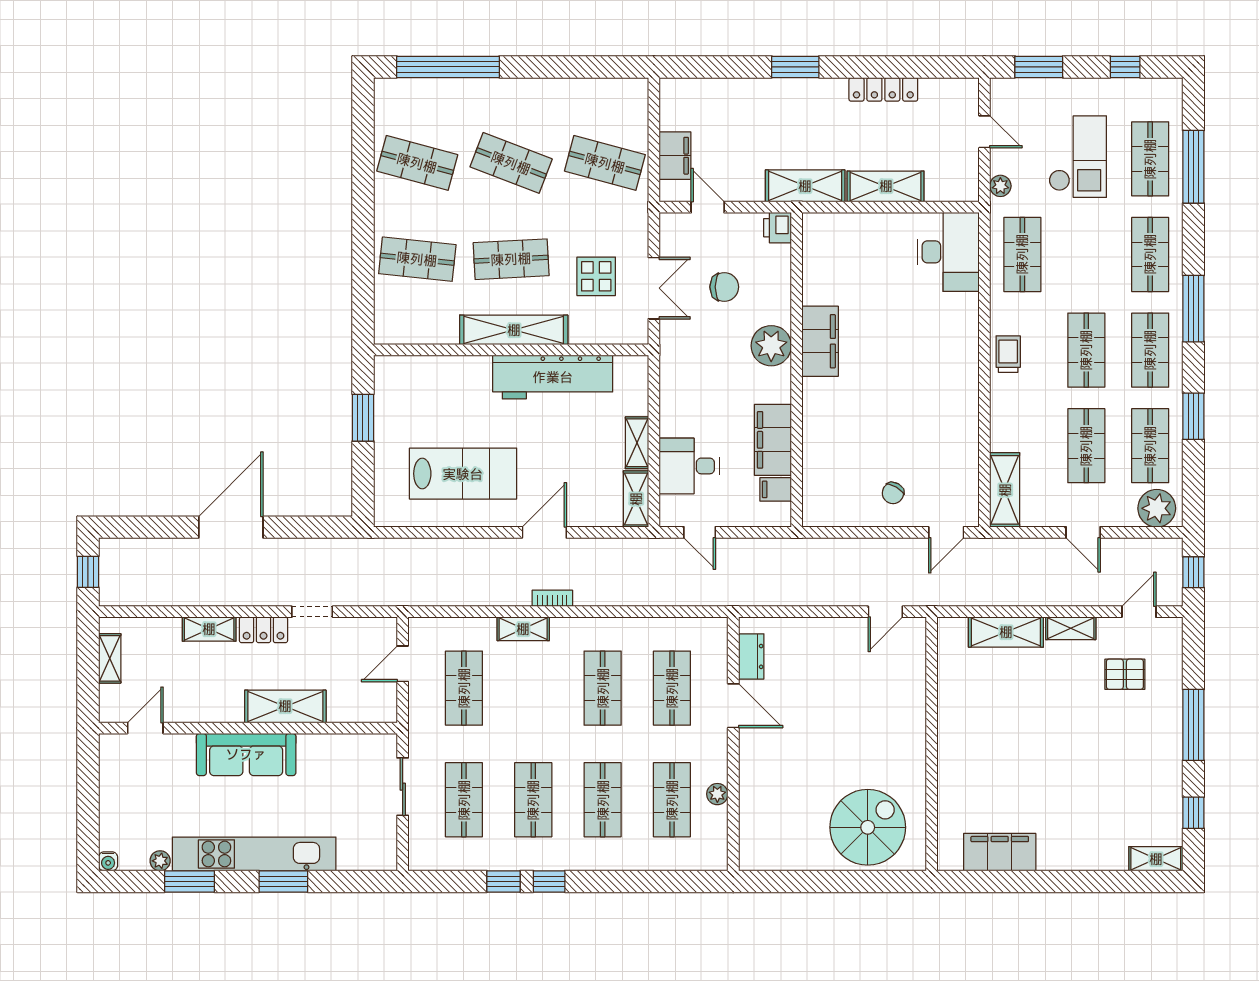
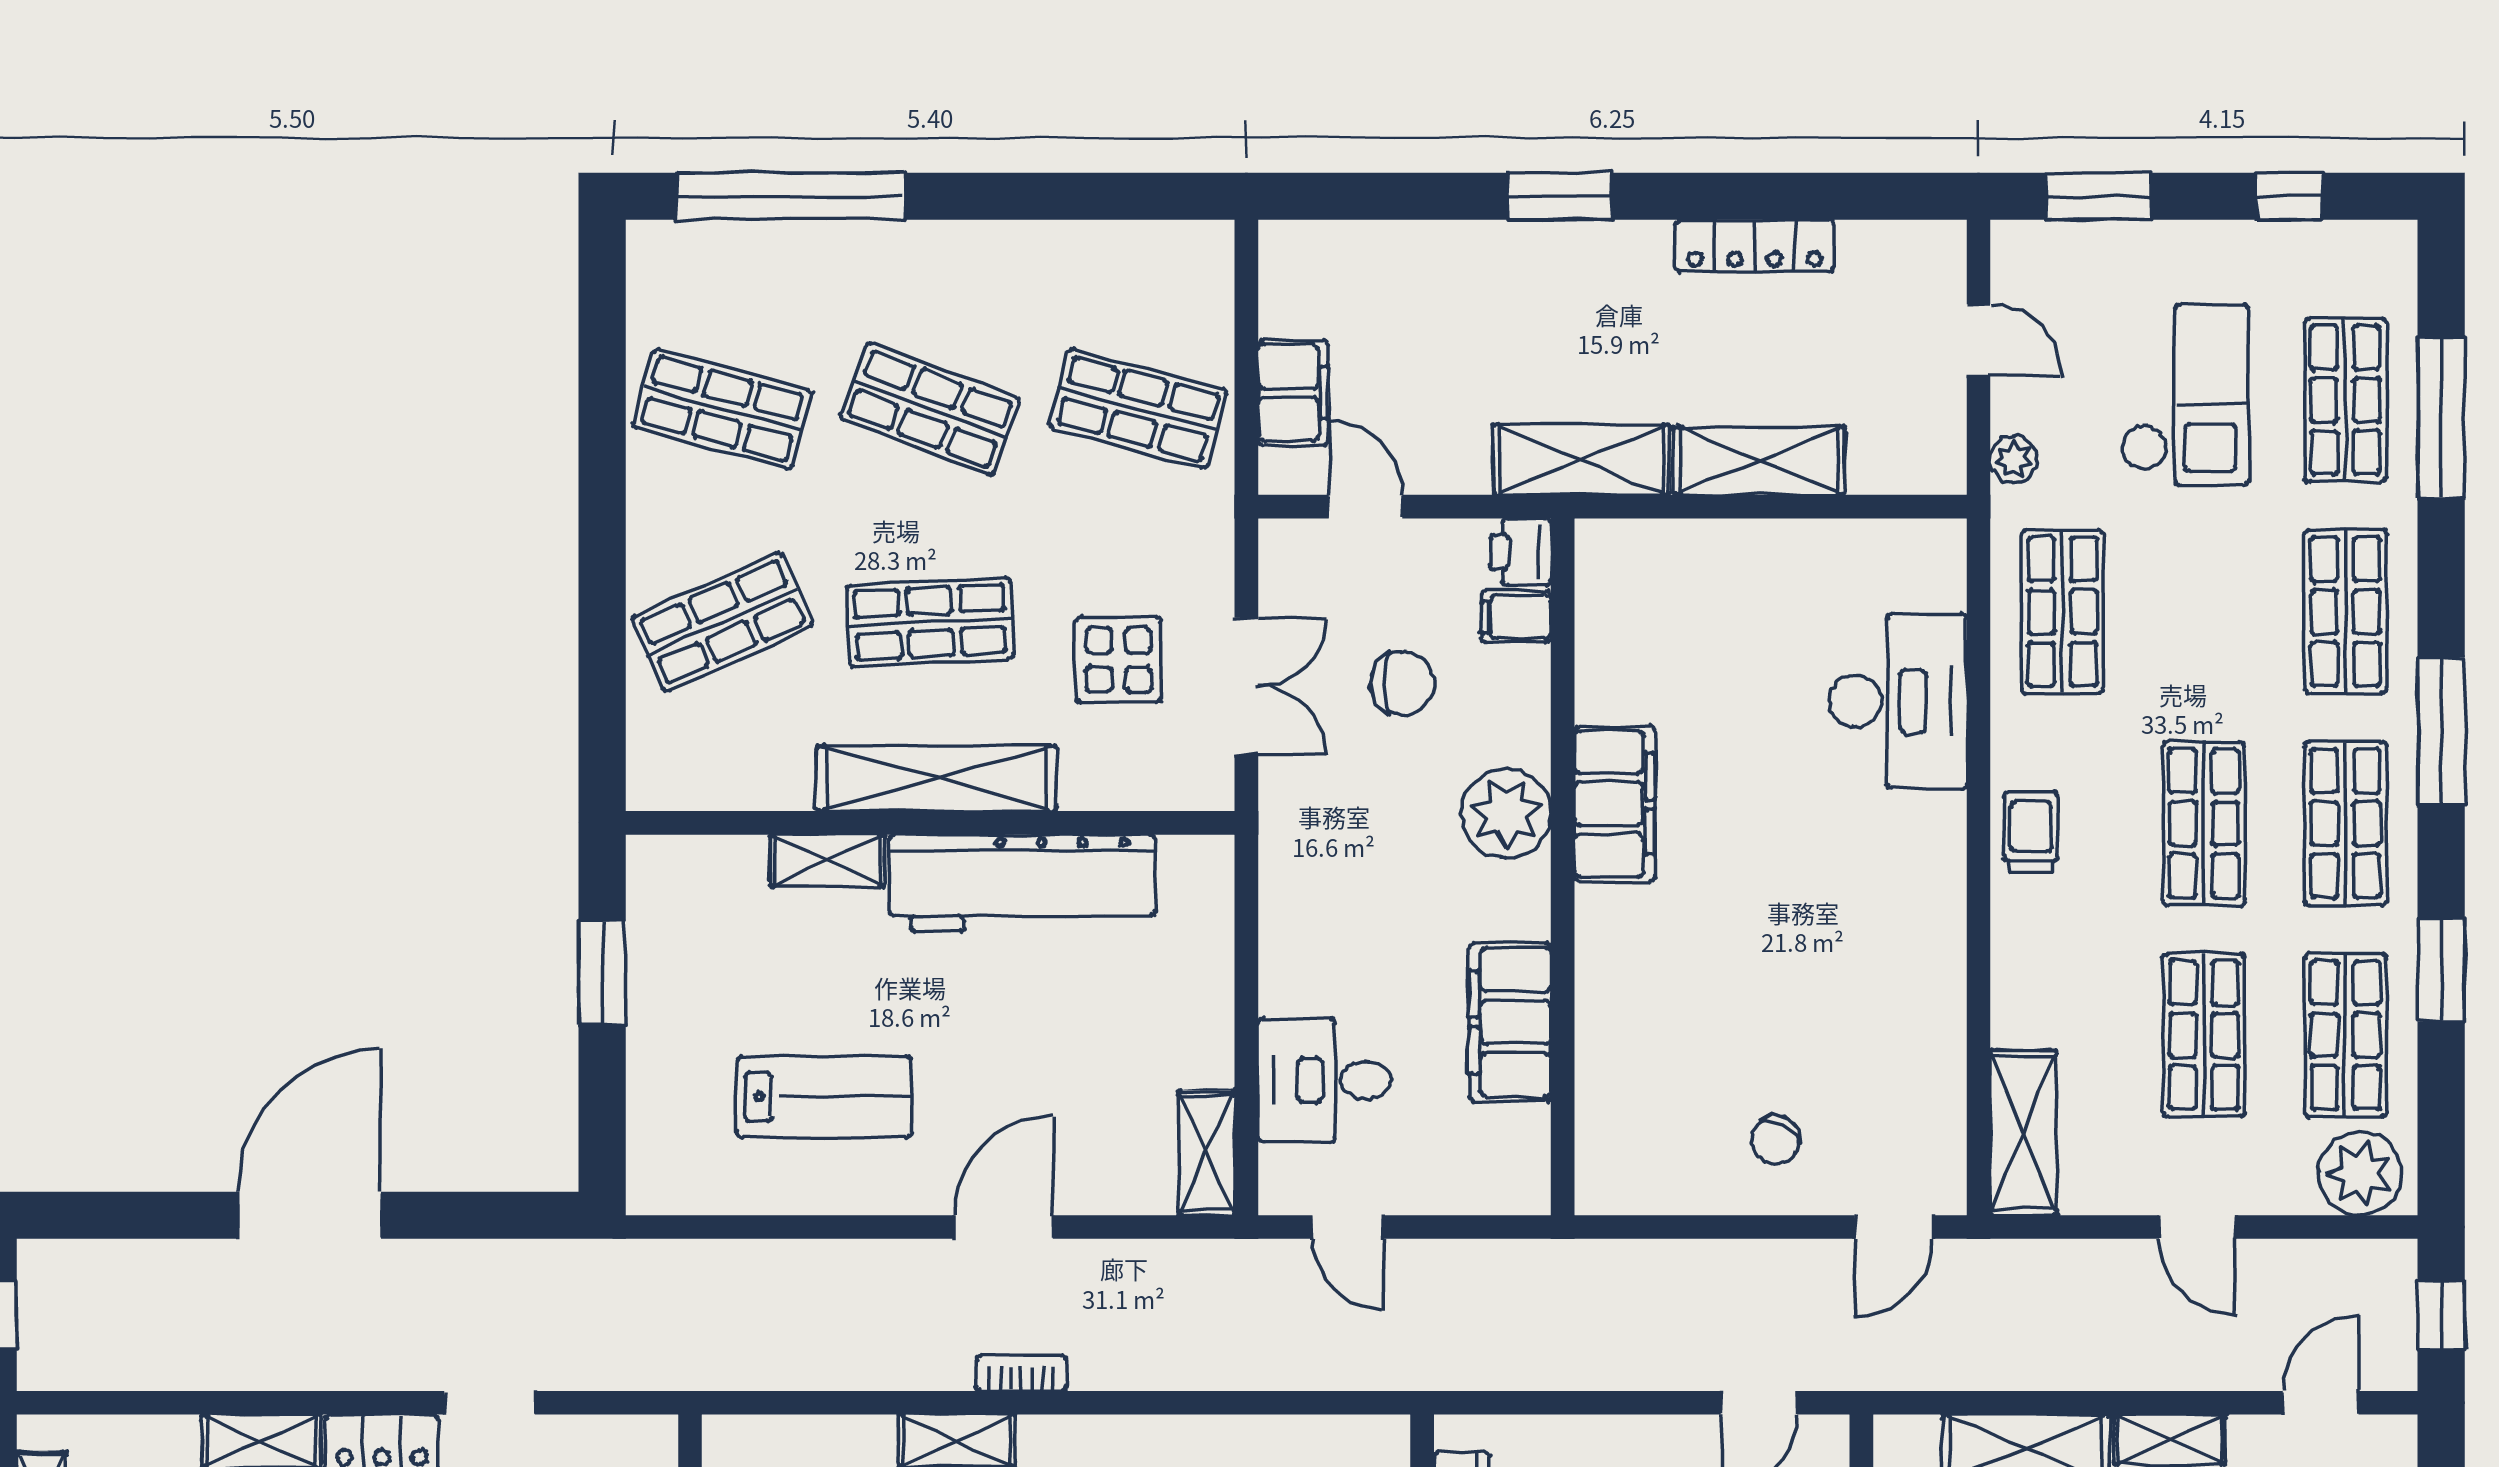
desk: (948, 252) -> (1898, 701), moved
shop shelf: (417, 259) -> (722, 622), turned -30
shelving: (637, 443) -> (827, 860), moved, turned 90
lab bench: (463, 474) -> (824, 1097), width x0.73, depth x0.72
filing cabinet: (776, 489) -> (1516, 617), moved

